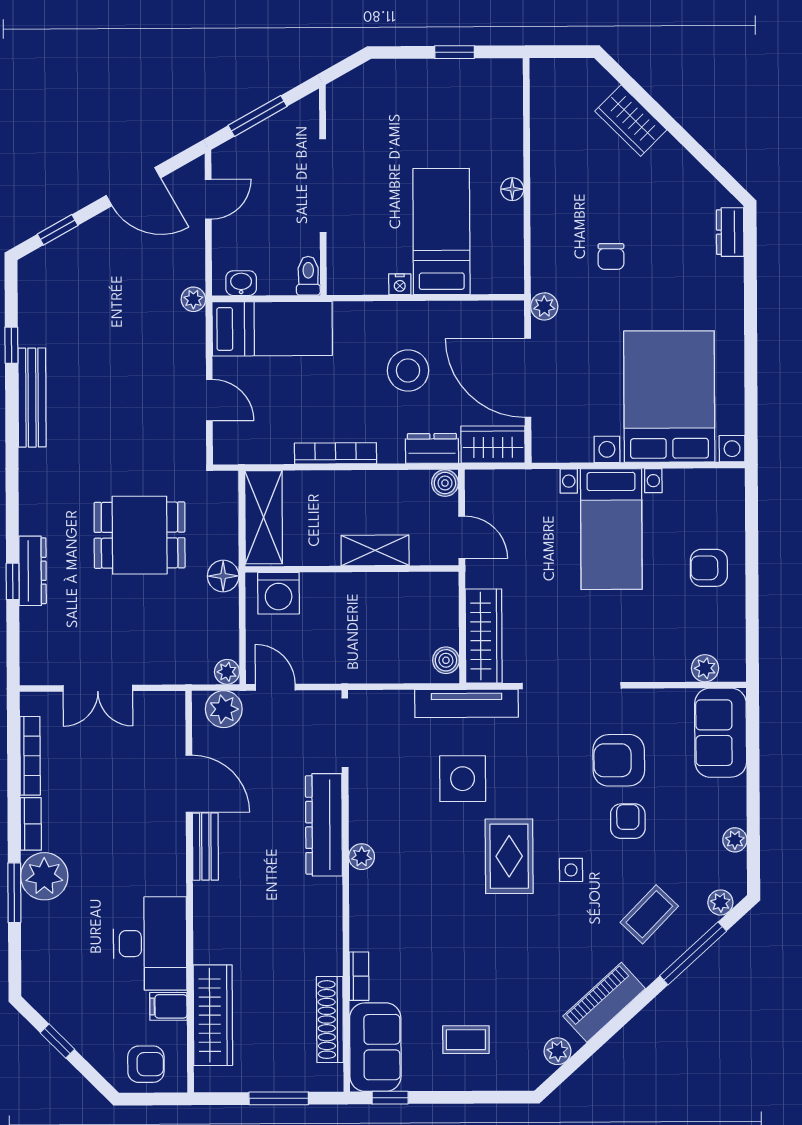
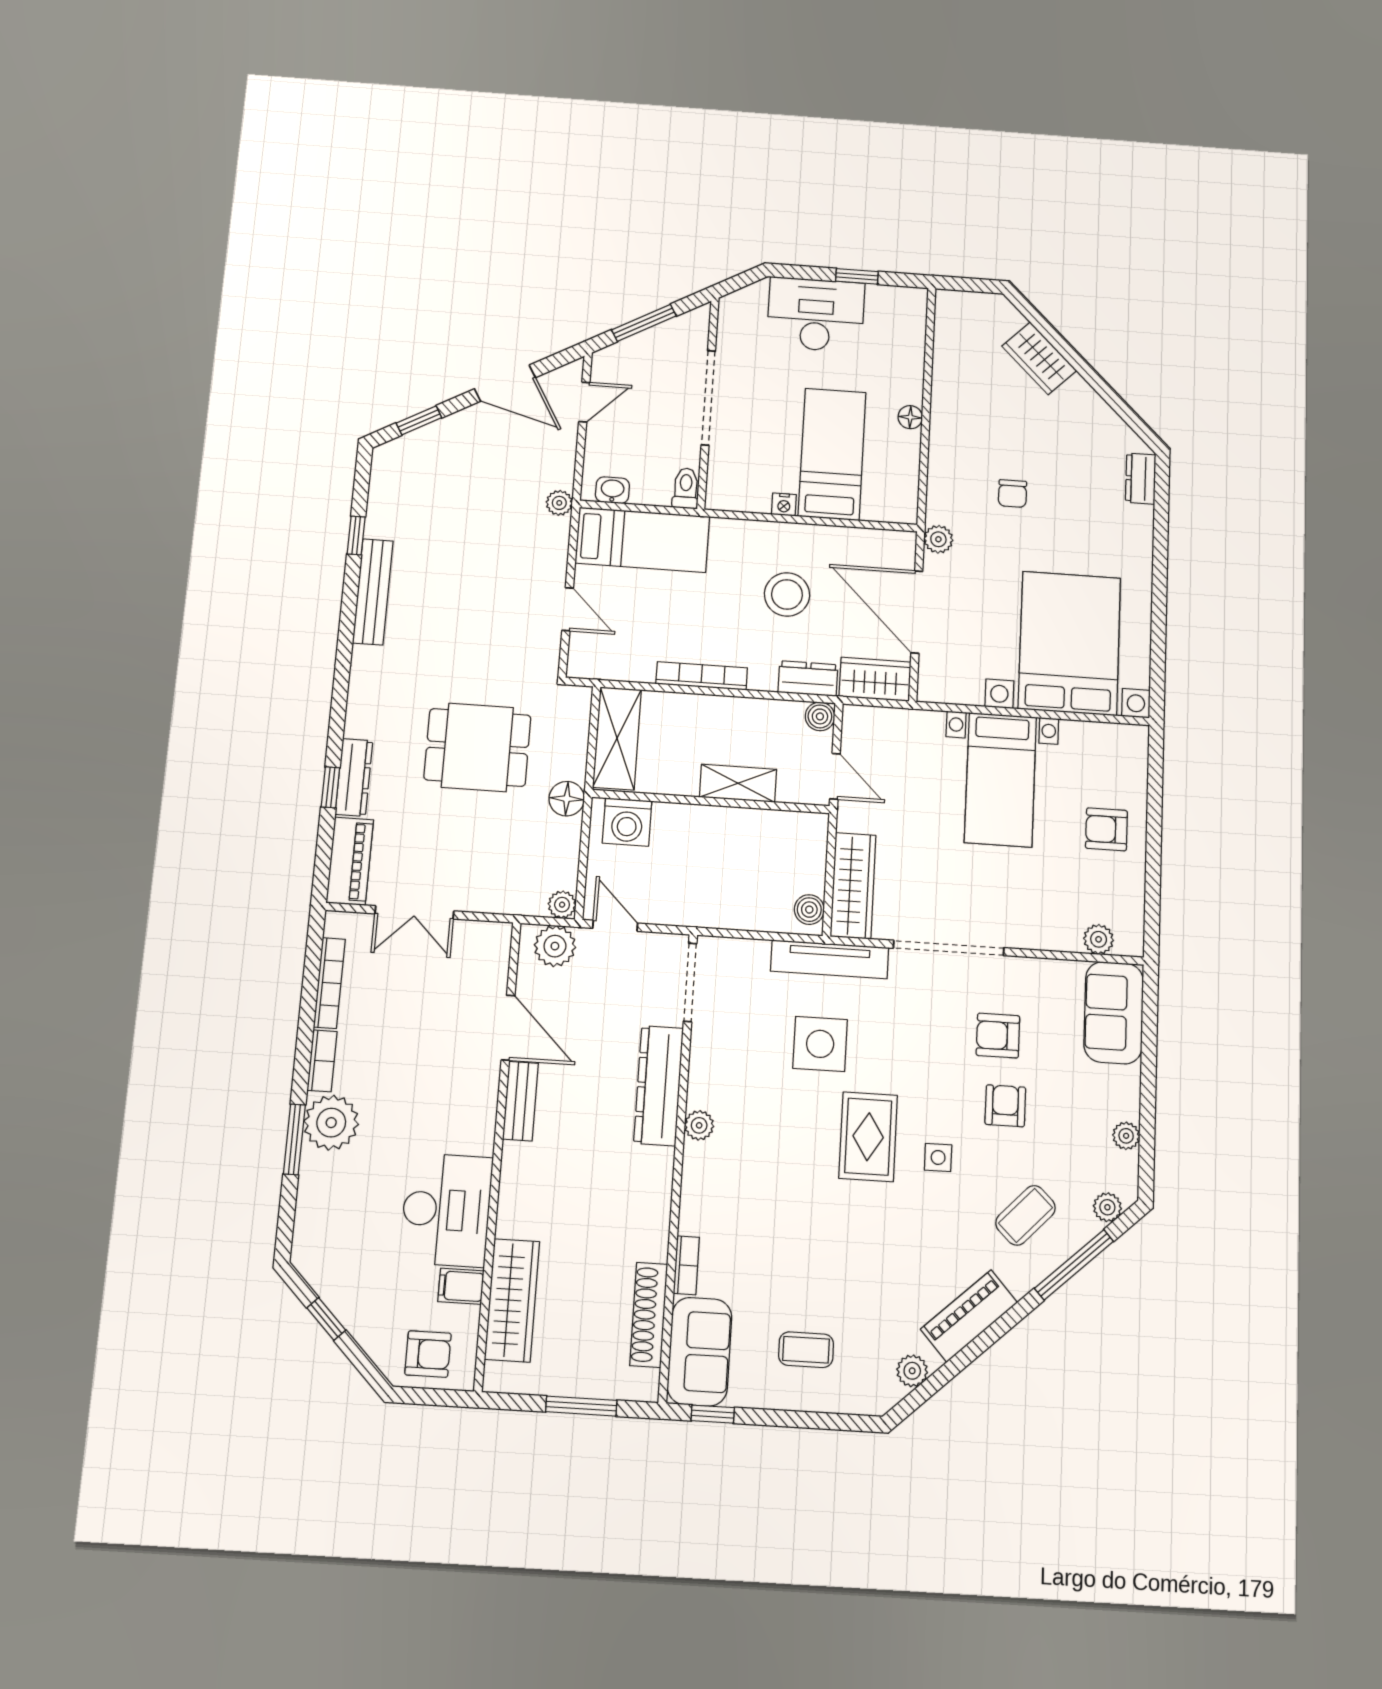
desk: (418, 94) -> (816, 315), added
piano: (37, 647) -> (350, 861), added
armchair: (619, 760) -> (998, 1036), width x0.72, depth x0.72

